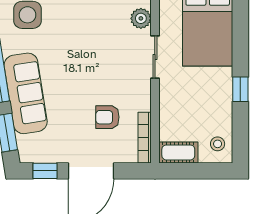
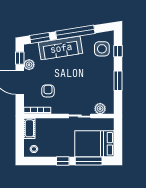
window: (240, 40) -> (89, 161), added
plant: (57, 153) -> (29, 65), added

